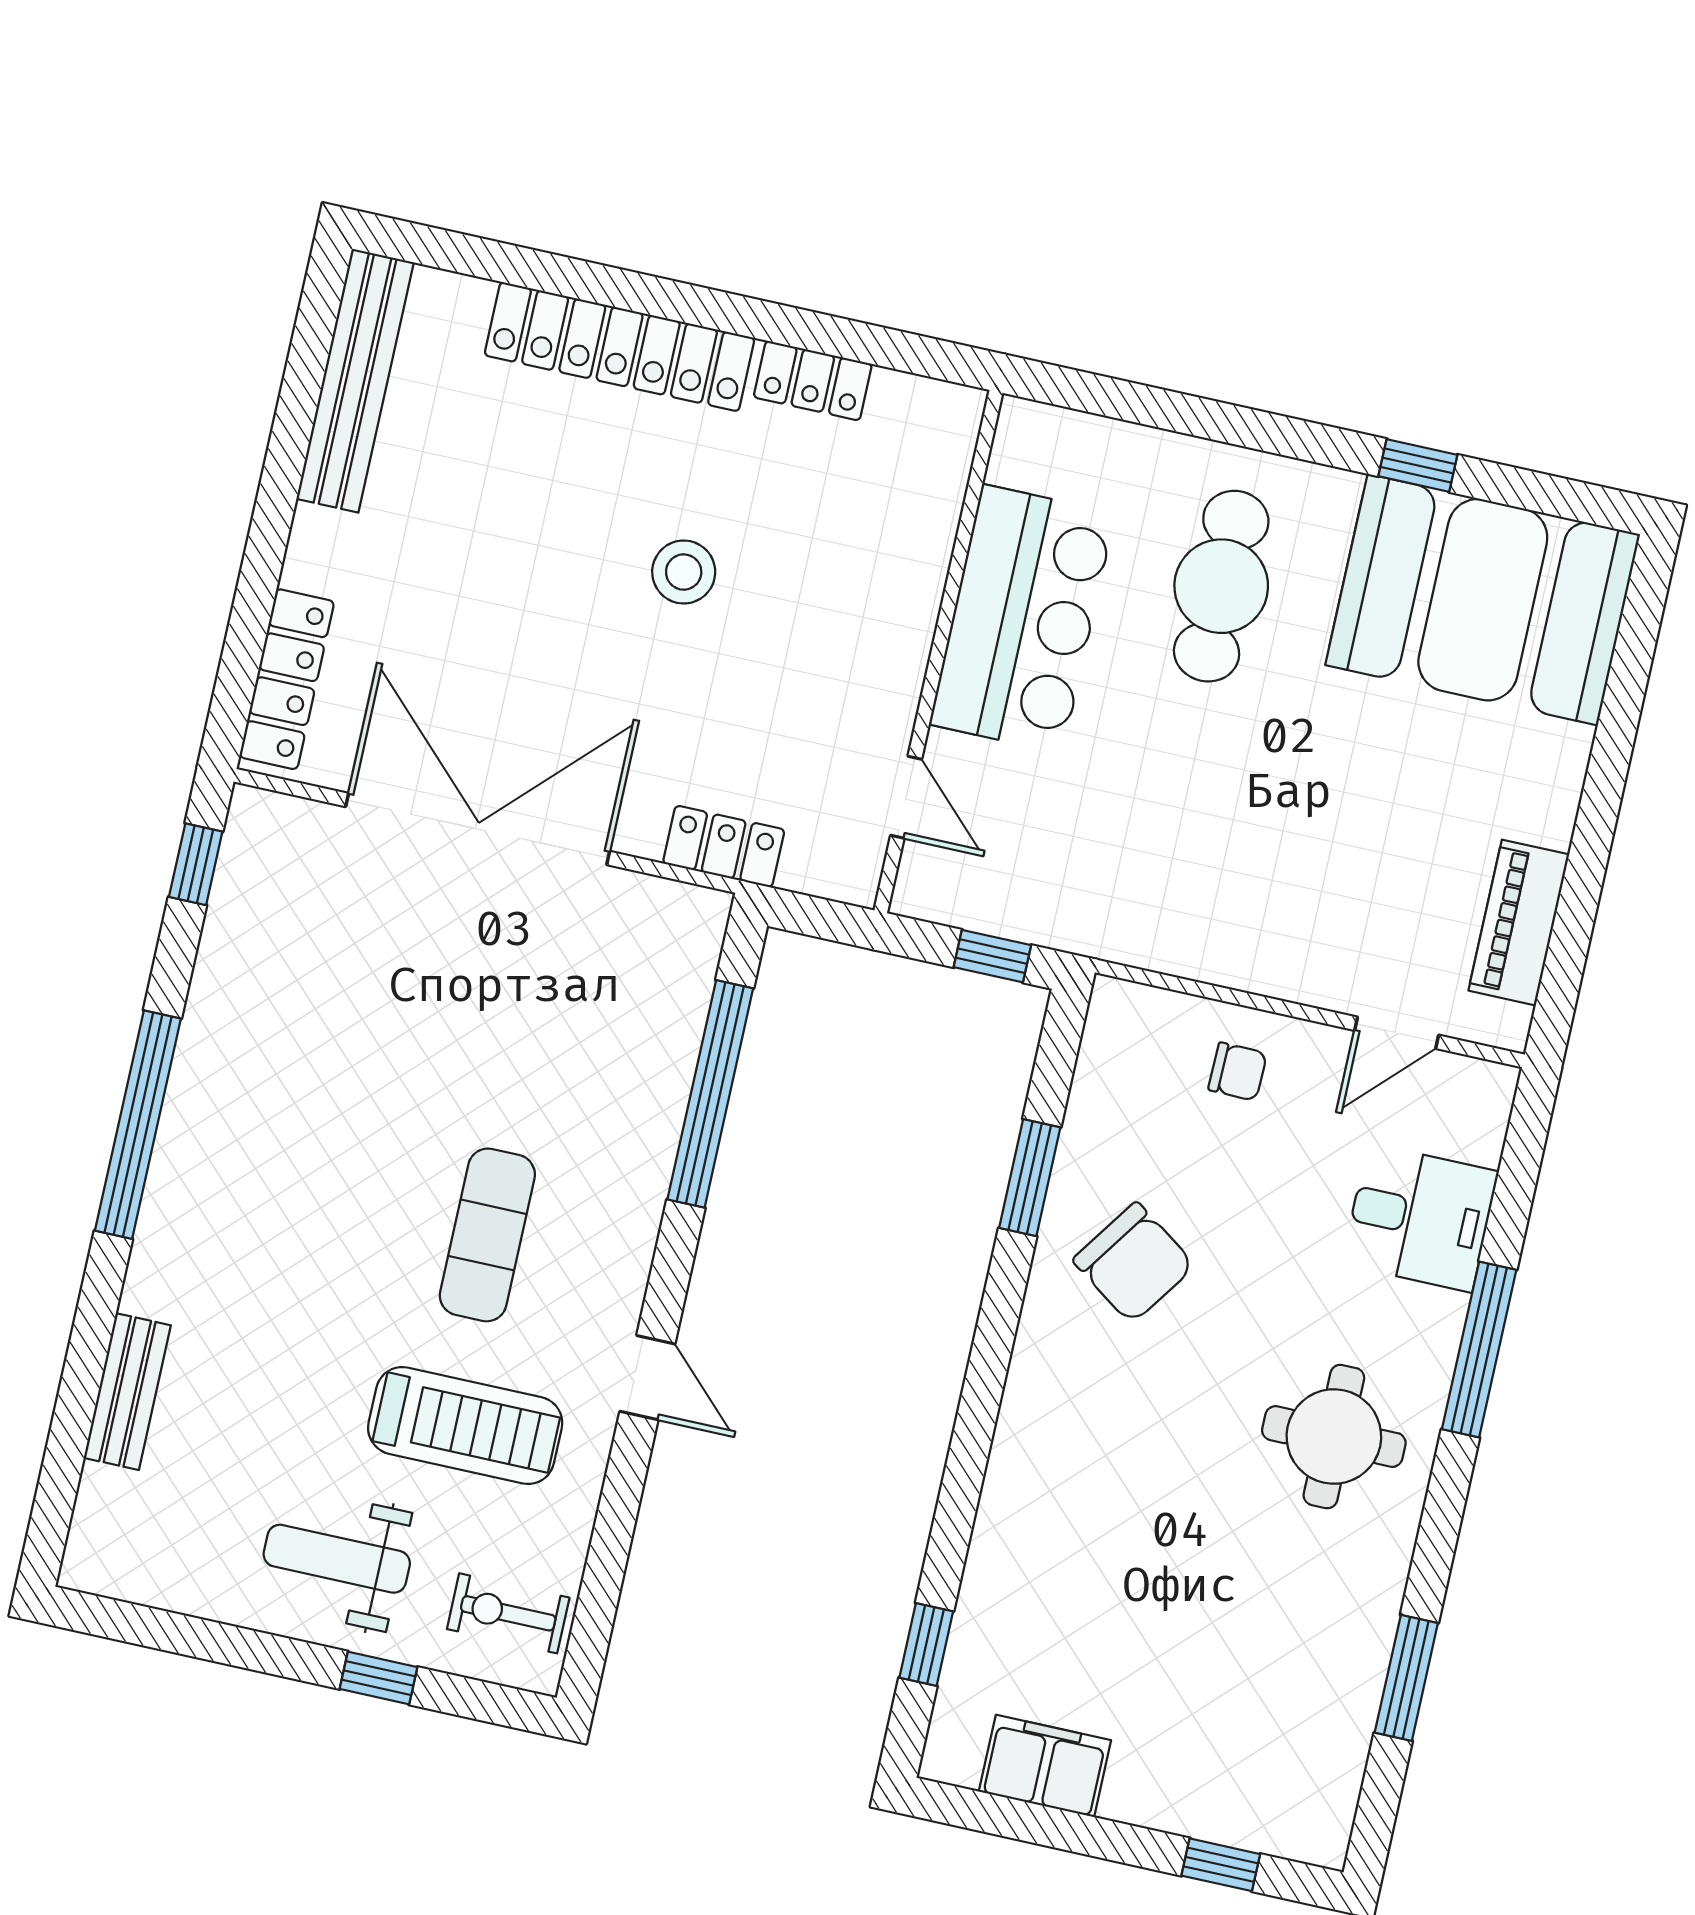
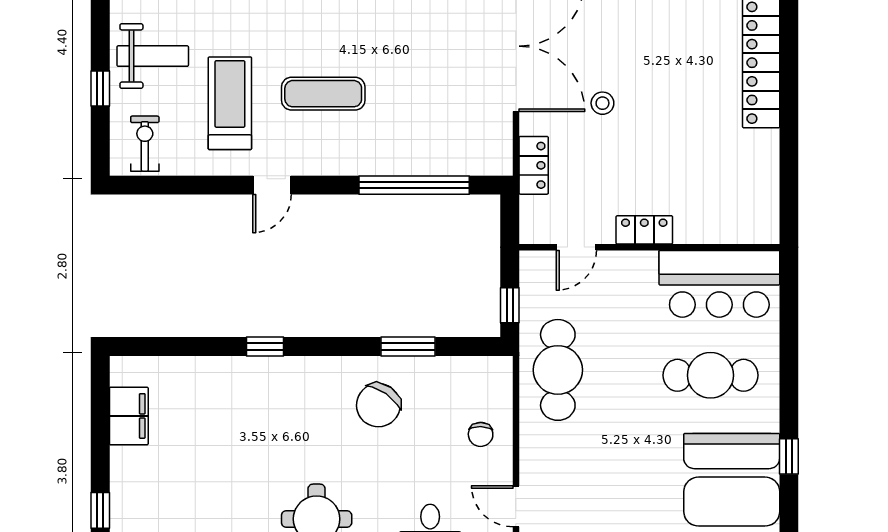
locker: (813, 381) -> (644, 230), moved, turned 90
stool: (684, 572) -> (602, 103), moved, width x0.73, depth x0.73
bar counter: (1022, 619) -> (719, 284), moved
cafe table: (1143, 889) -> (558, 370), added
treadmill: (465, 1425) -> (230, 103), turned 180
weight bench: (337, 1559) -> (153, 56), turned 90
window: (926, 1645) -> (265, 346), moved

